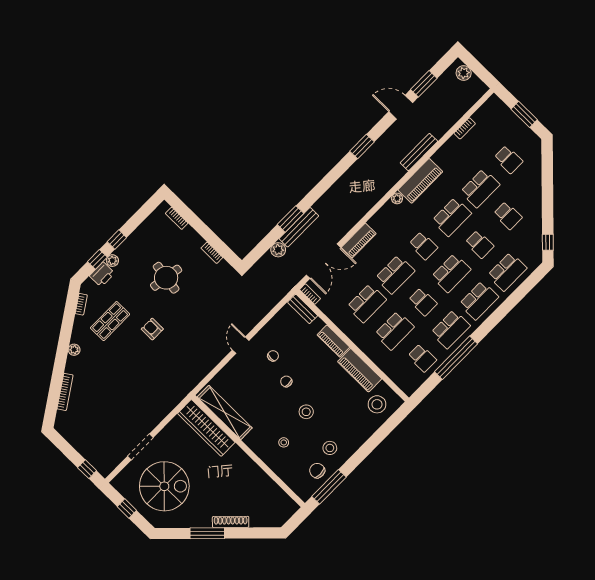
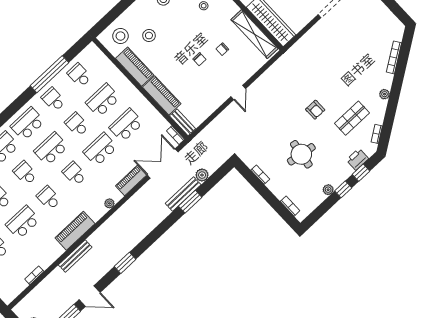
plant: (397, 198) -> (109, 203), moved
school desk: (452, 217) -> (49, 198), width x0.54
plant: (112, 261) -> (328, 190), moved
school desk: (451, 329) -> (53, 100), width x0.54
piano: (333, 341) -> (162, 95), width x1.37, depth x1.33
chair: (273, 356) -> (222, 49), moved
stool: (306, 412) -> (149, 36), moved

